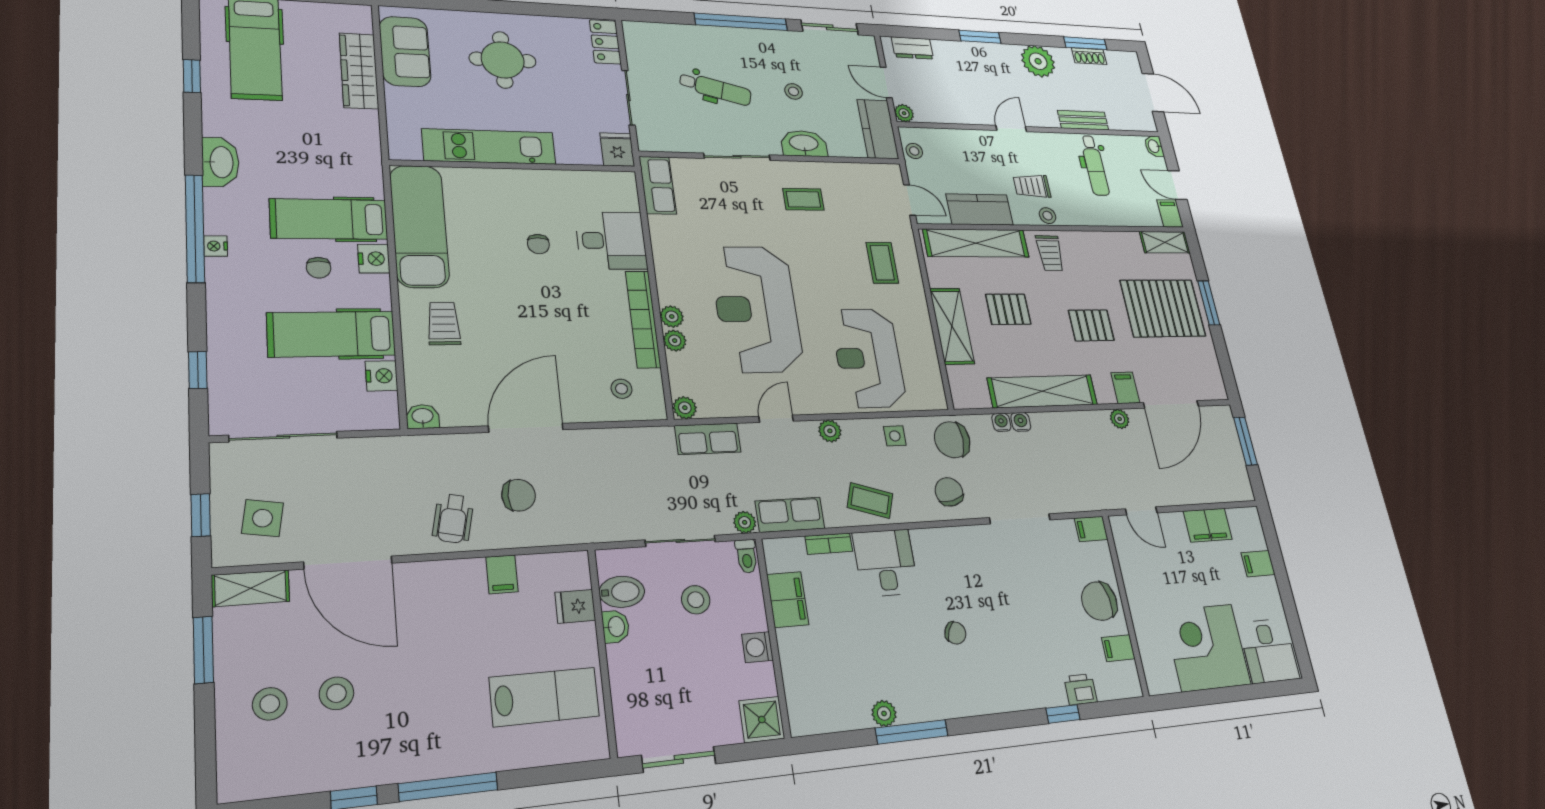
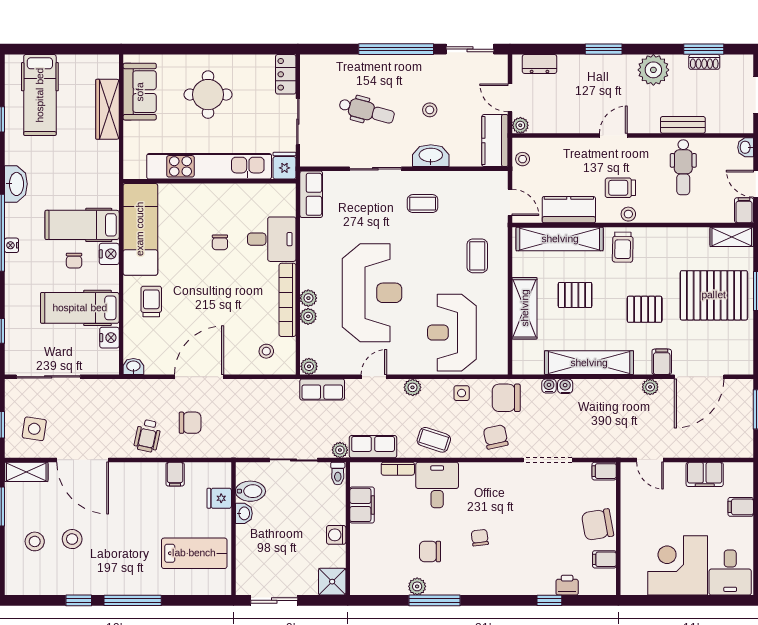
kitchen unit: (489, 146) -> (209, 166), width x1.36
reception desk: (757, 309) -> (372, 293), turned 180
stool: (696, 600) -> (299, 500), removed
chair: (955, 633) -> (480, 538), turned -122
chair: (893, 659) -> (430, 551), added

